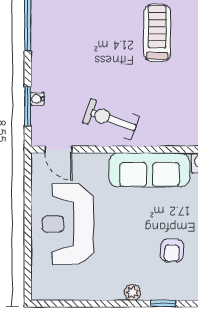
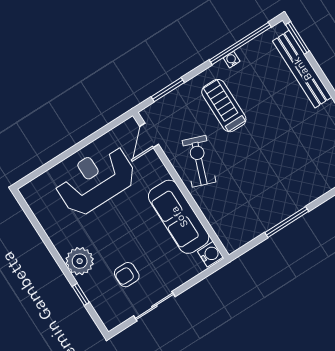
treadmill: (157, 33) -> (224, 106), moved, turned -90
water cooler: (37, 99) -> (232, 60), moved
plant: (132, 292) -> (80, 261), width x1.87, depth x1.87

